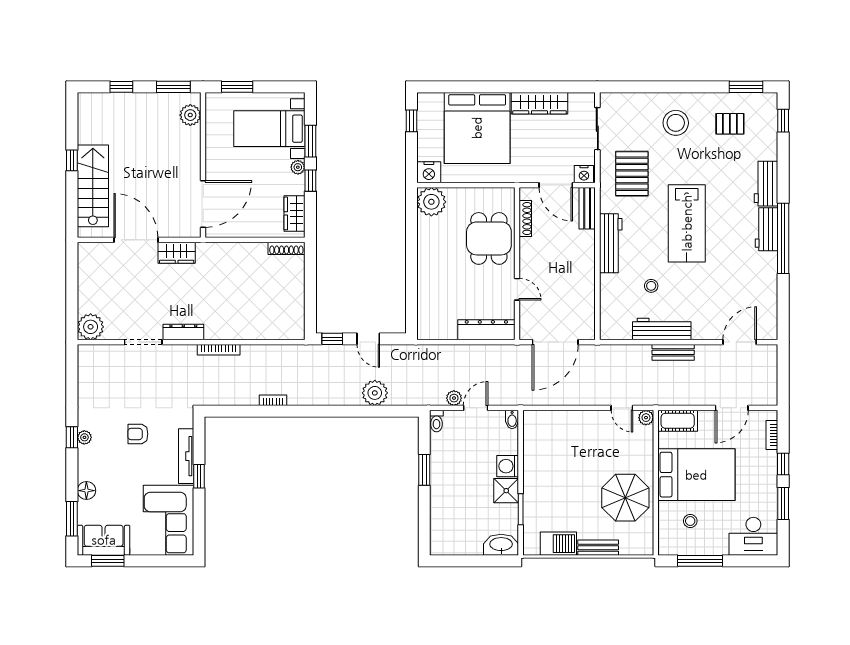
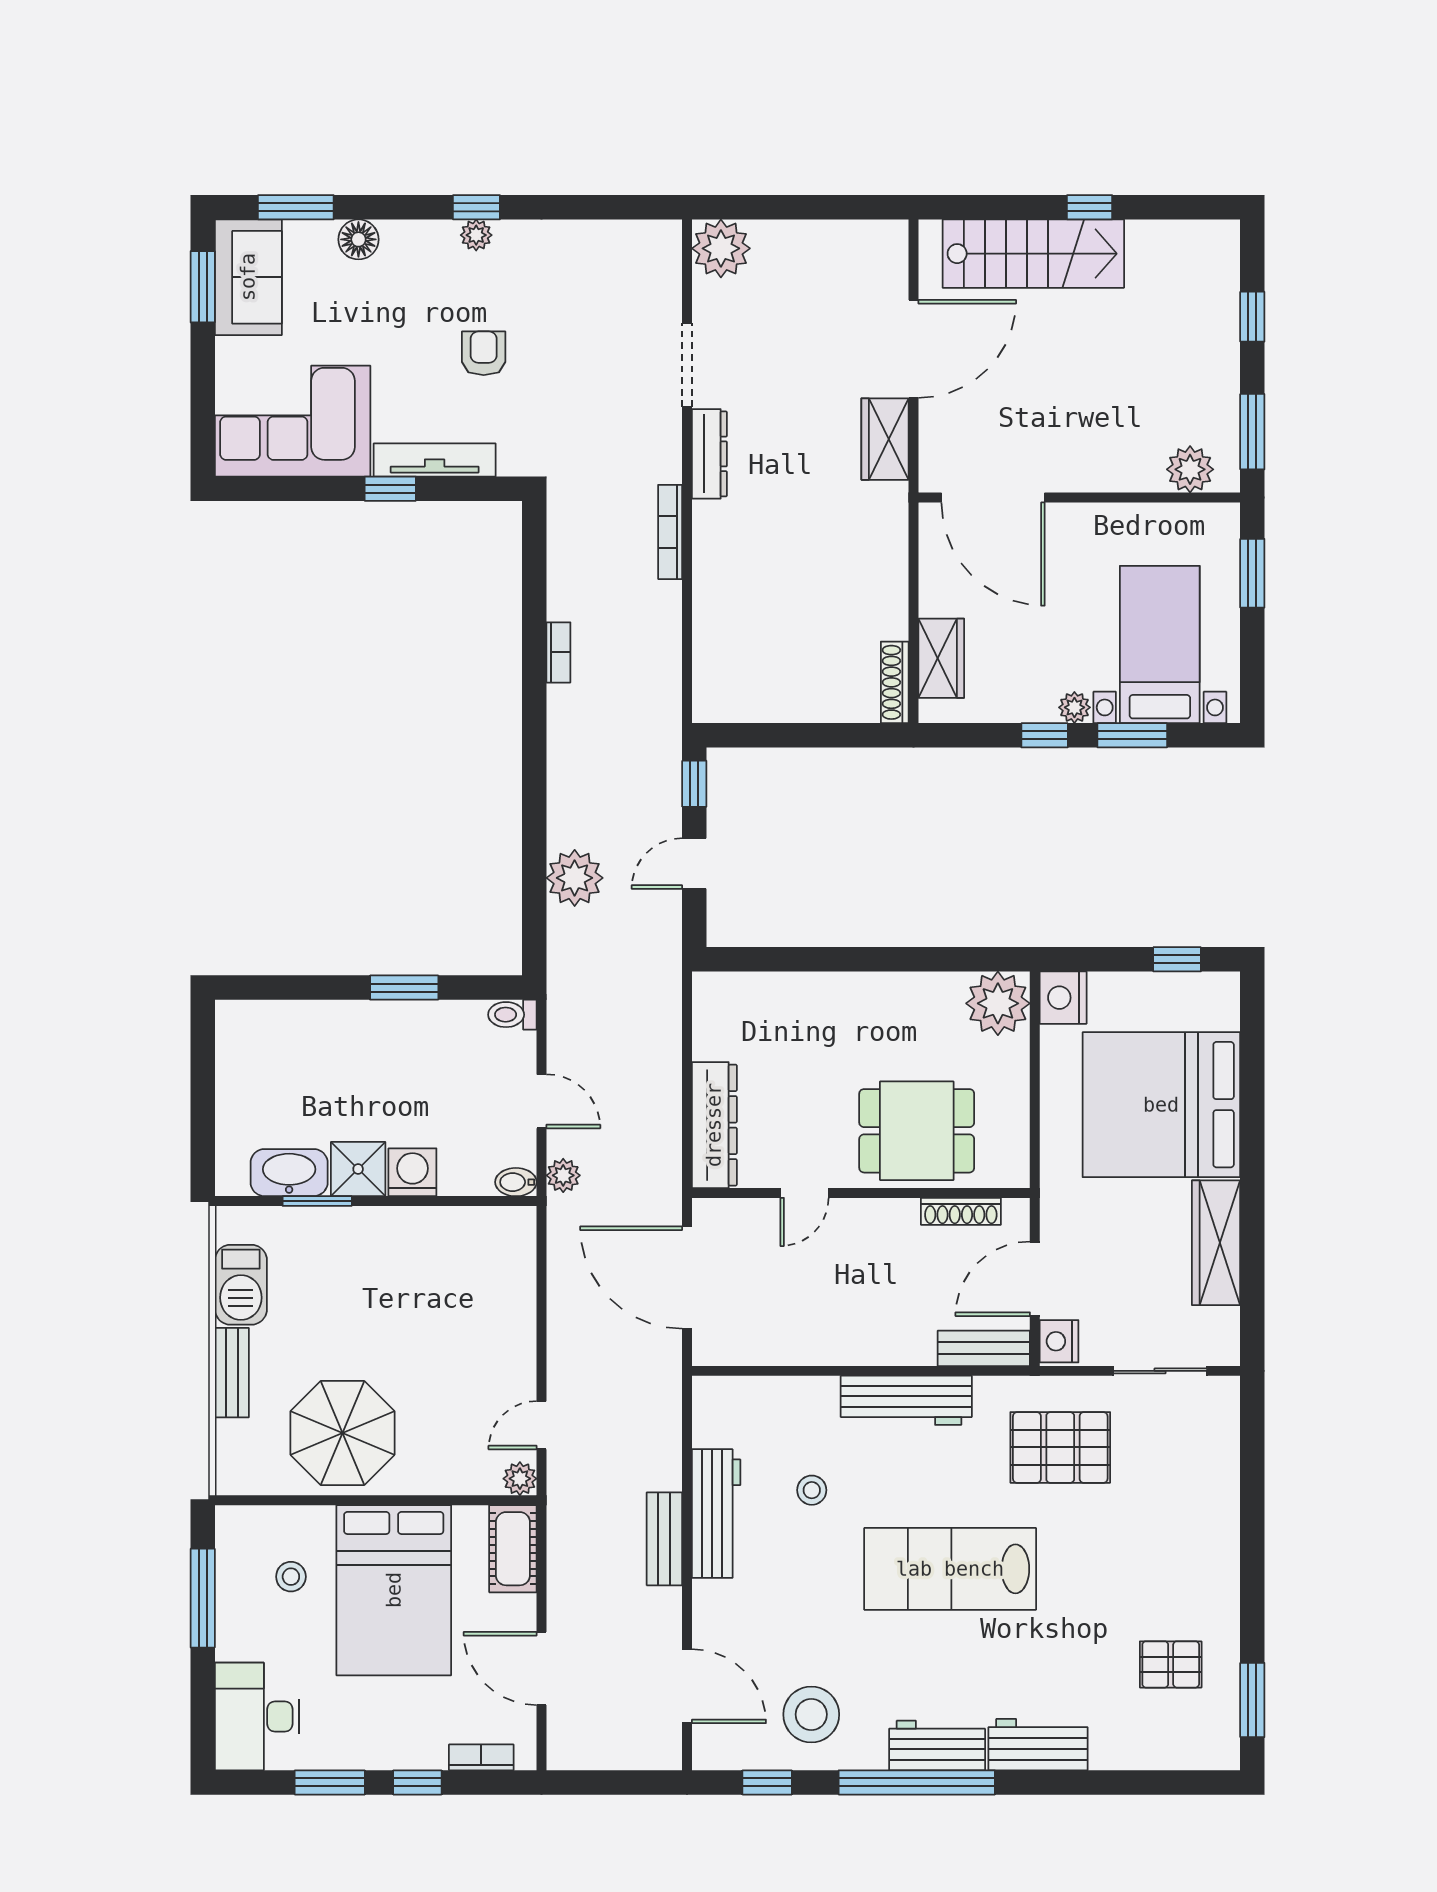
window: (783, 121) -> (767, 1782), moved
stool: (676, 123) -> (811, 1714), moved
pallet: (730, 124) -> (1171, 1664), turned 90
wardrobe: (295, 213) -> (941, 658), moved, turned 90
plant: (454, 398) -> (563, 1175), moved
washbasin: (501, 545) -> (289, 1173), moved, turned -90

